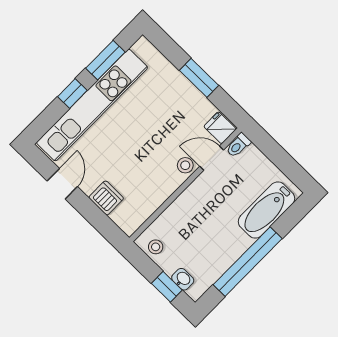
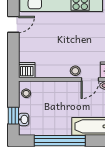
door: (212, 158) -> (90, 79), swing flipped
dishwasher: (106, 198) -> (27, 70), moved, turned -90

